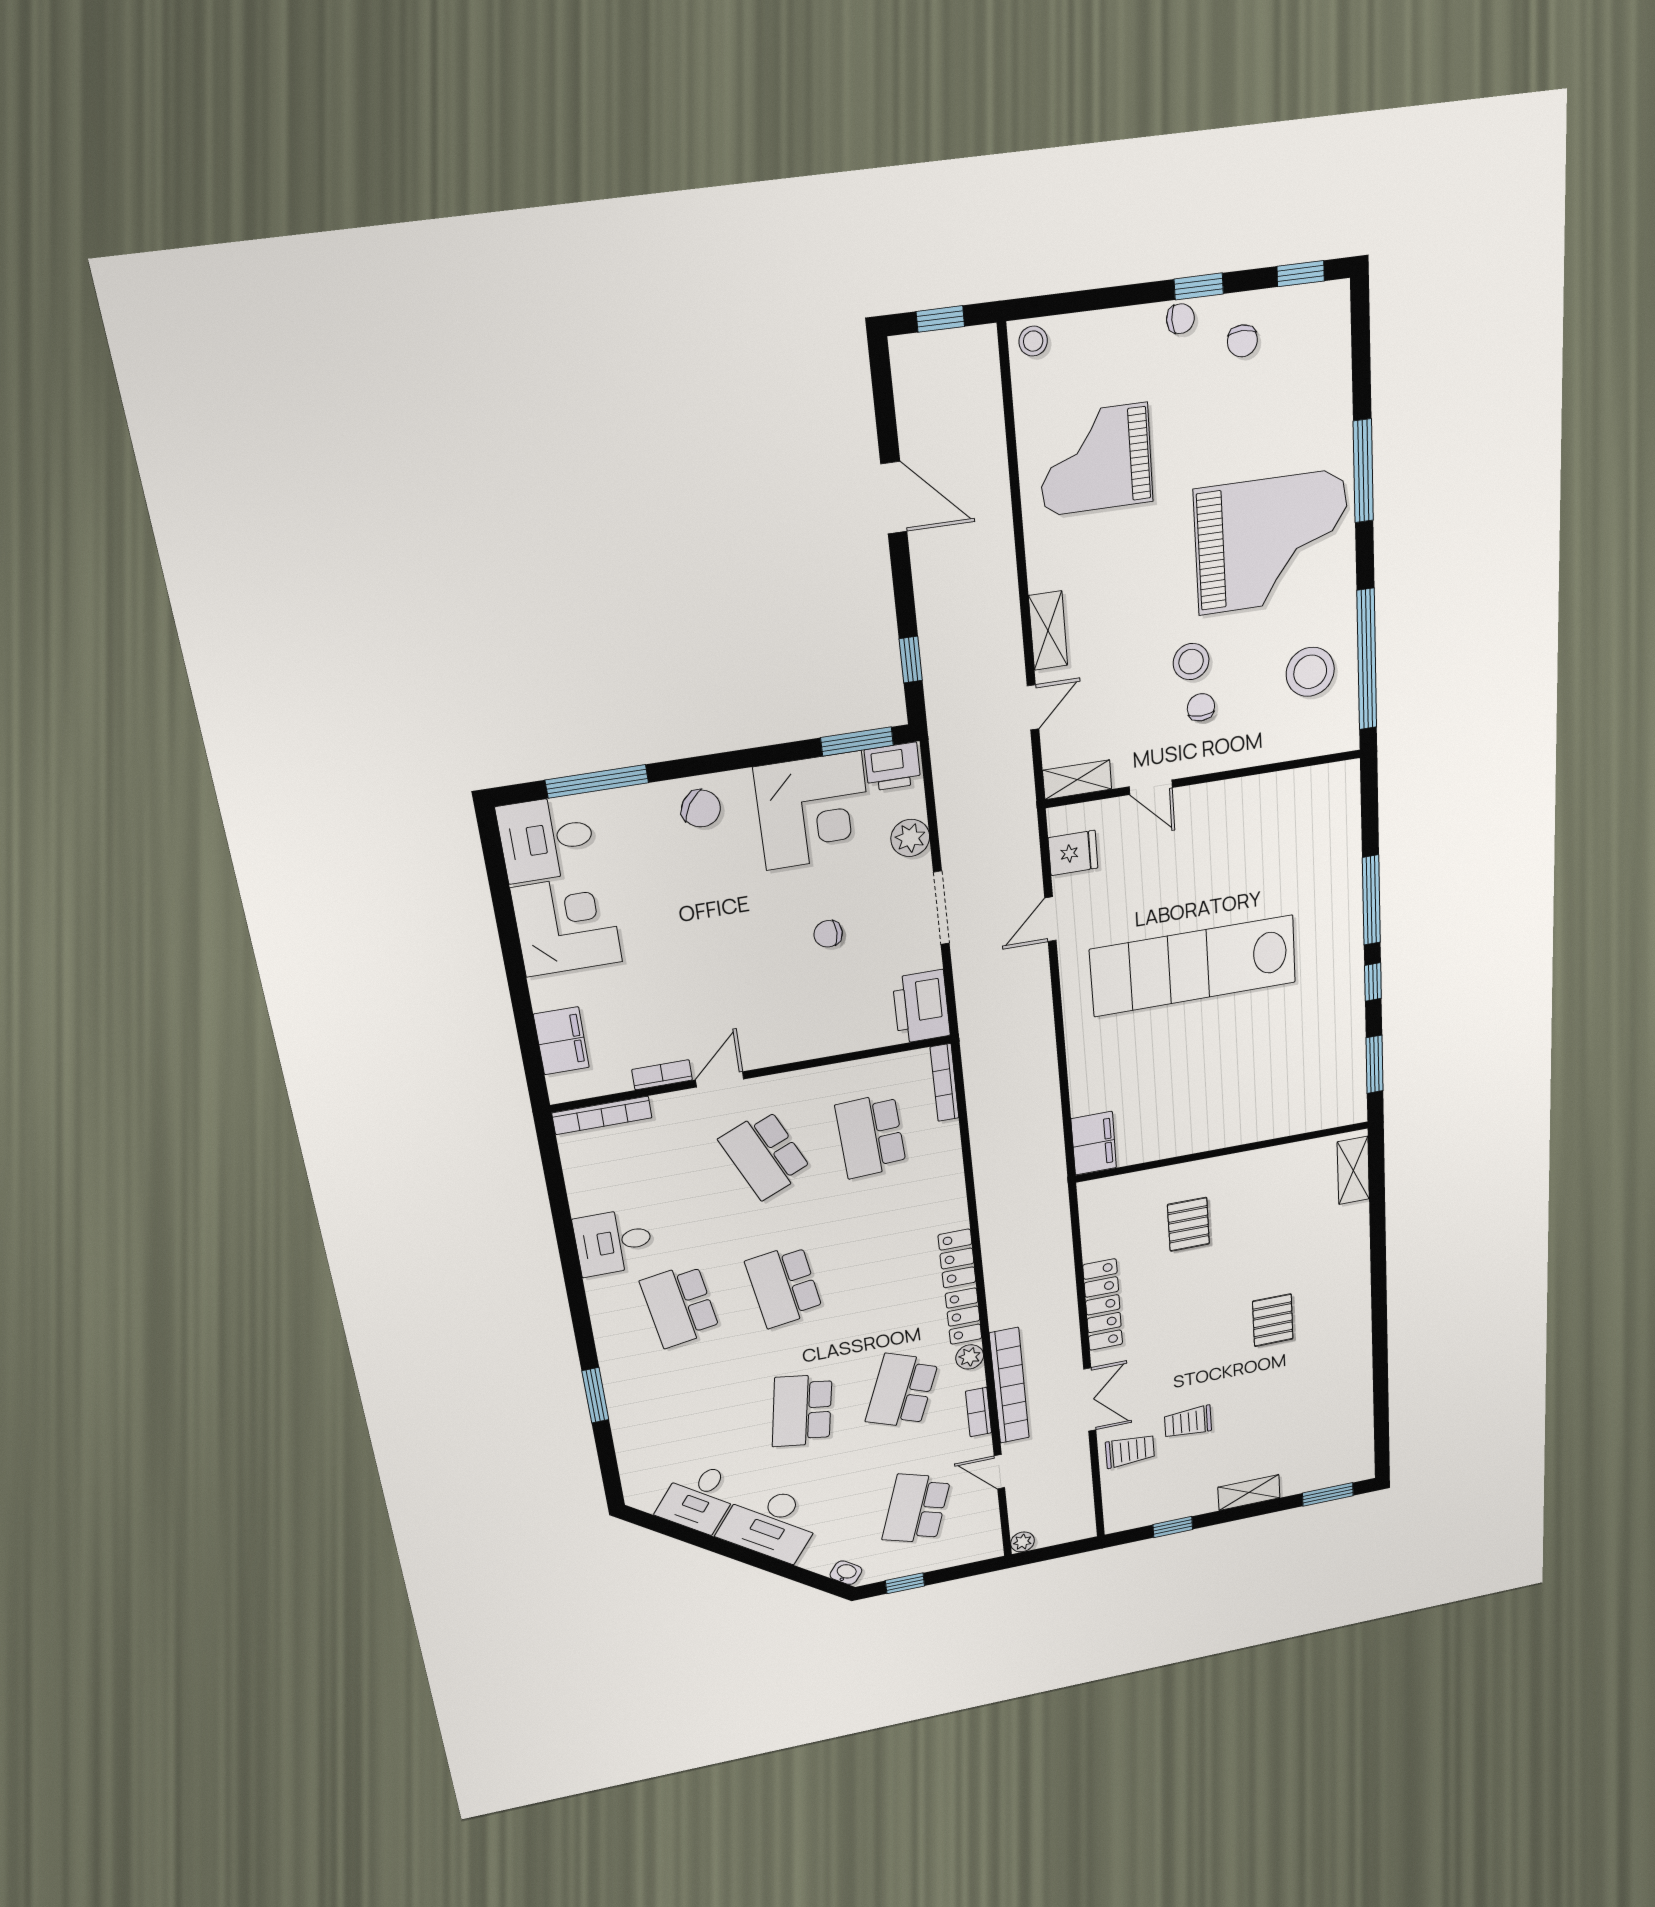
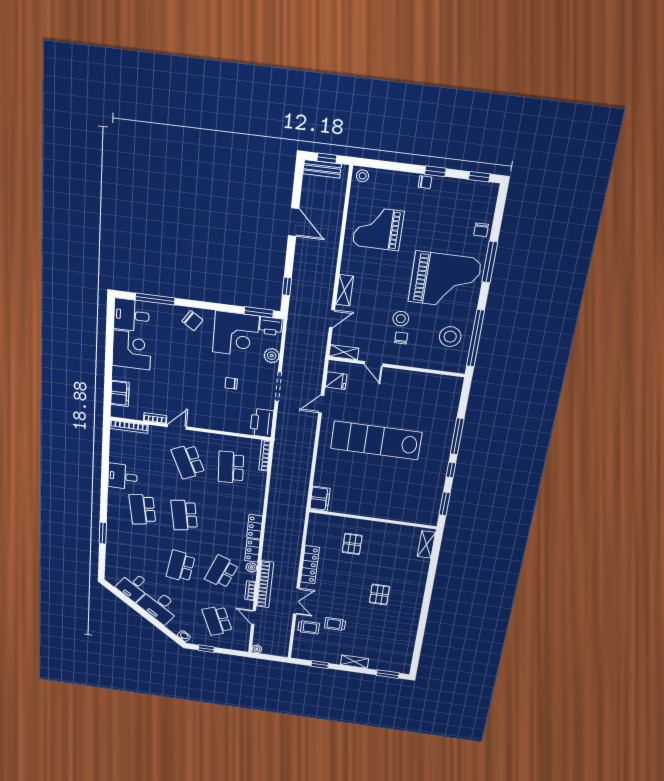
chair: (1242, 341) -> (481, 230), moved
bench: (934, 349) -> (322, 169), added
school desk: (916, 1509) -> (217, 621), turned -39

